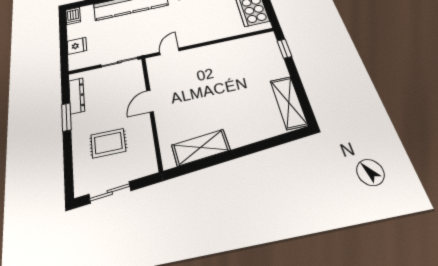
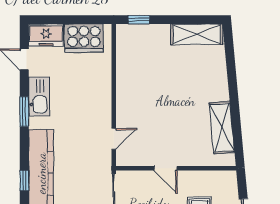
door: (169, 52) -> (114, 139), swing flipped

